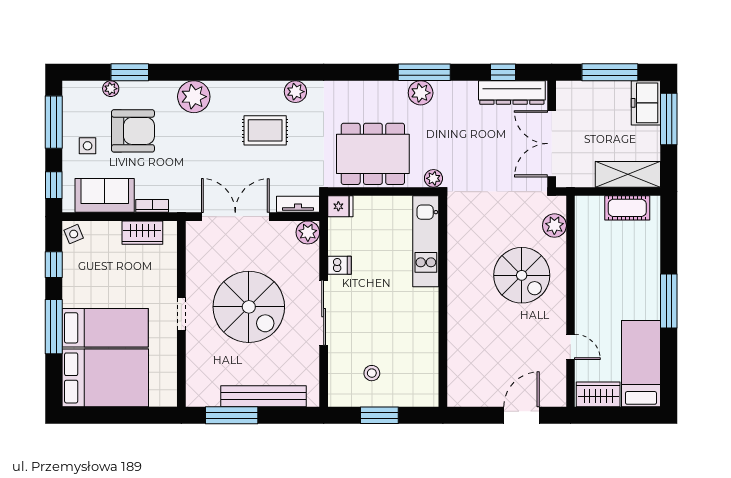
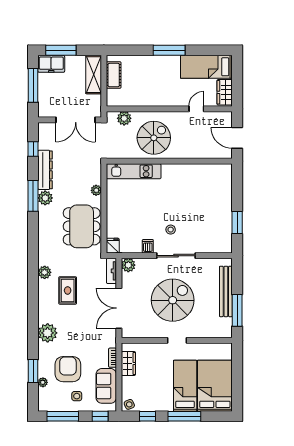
dresser: (512, 92) -> (45, 170), moved
kitchen unit: (426, 241) -> (134, 171), moved
wall: (443, 301) -> (169, 161), moved
stool: (372, 373) -> (171, 230), moved

